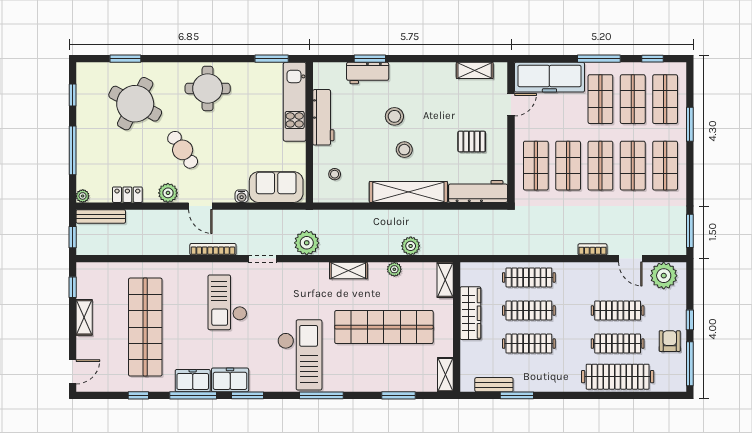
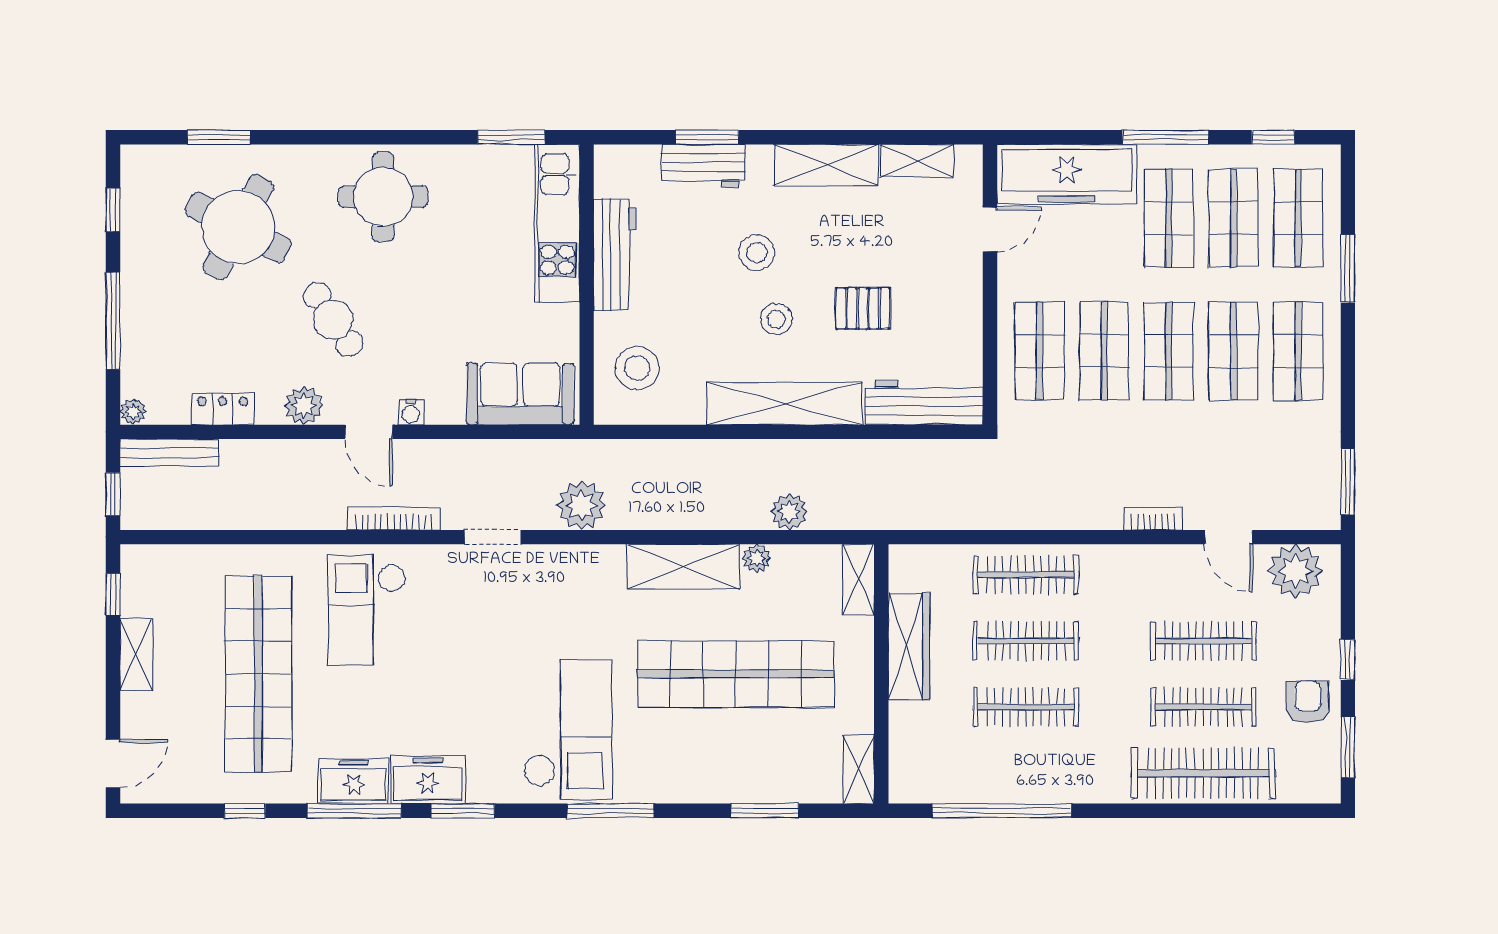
shelving: (429, 73) -> (826, 165), added
pallet: (472, 141) -> (863, 308), moved
stool: (335, 174) -> (637, 368), width x1.89, depth x1.89
water cooler: (242, 196) -> (411, 412), moved
shelving: (348, 271) -> (683, 567), width x1.50, depth x1.33
checkout: (227, 302) -> (367, 610), moved
window: (690, 364) -> (1348, 747), width x0.69
bench: (494, 385) -> (956, 789), removed
window: (517, 395) -> (1002, 811), width x2.11

